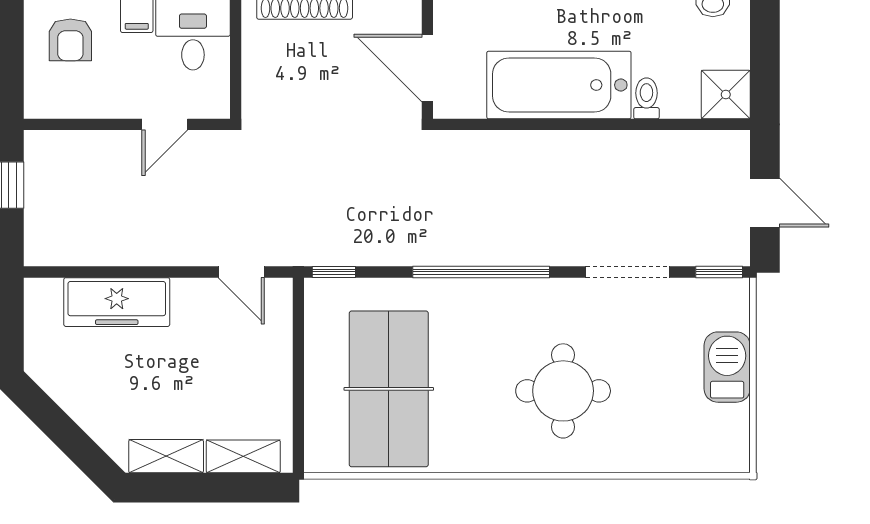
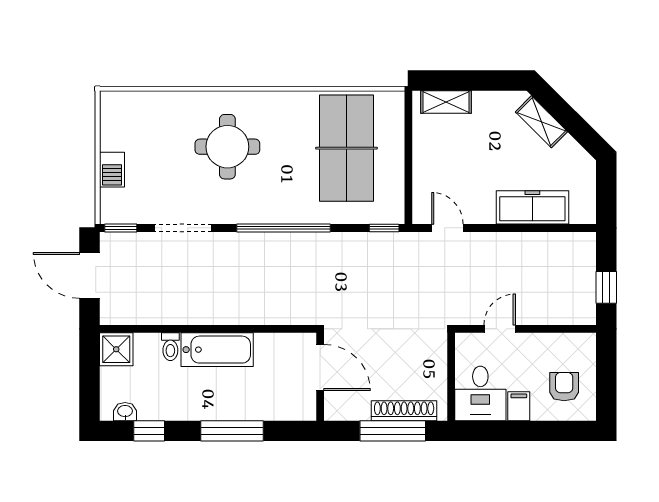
bathtub: (559, 85) -> (217, 350), width x0.73, depth x0.73
door: (765, 203) -> (89, 275), width x1.38
barbecue: (727, 367) -> (112, 170), width x0.73, depth x0.79
shelving: (166, 456) -> (541, 122), moved, turned 45

